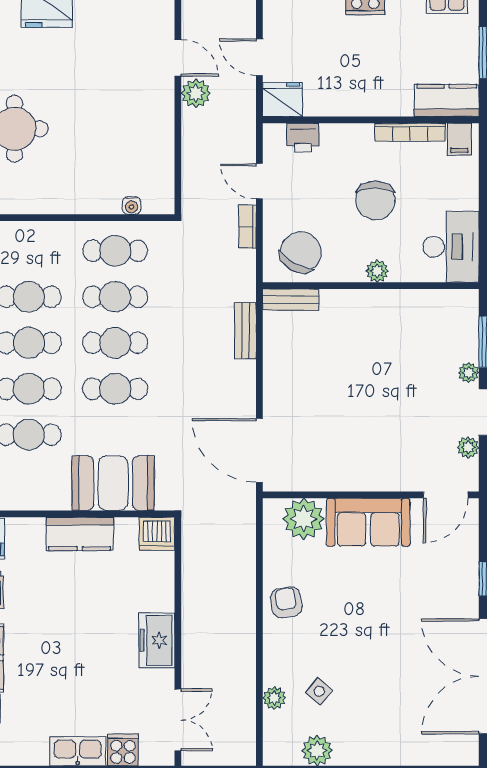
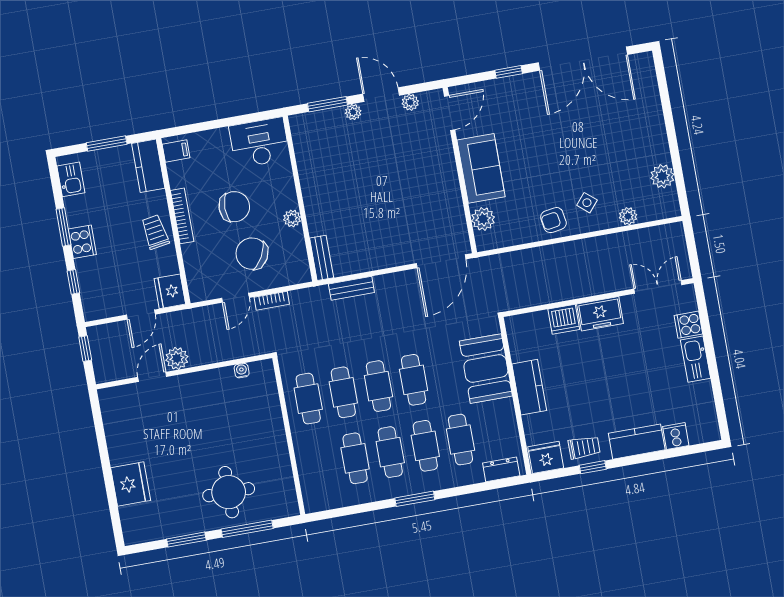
trolley: (361, 94) -> (155, 232), added
bookcase: (410, 132) -> (182, 216), moved
printer: (303, 138) -> (196, 270), removed
water cooler: (131, 205) -> (242, 371), moved, turned -90
chair: (301, 252) -> (252, 254), moved
plant: (377, 271) -> (292, 218), moved
door: (446, 495) -> (450, 113), hinge flipped
plant: (304, 519) -> (483, 219), width x0.73, depth x0.73
dishwasher: (157, 534) -> (564, 319), moved, turned 90
side table: (319, 691) -> (587, 203), moved

